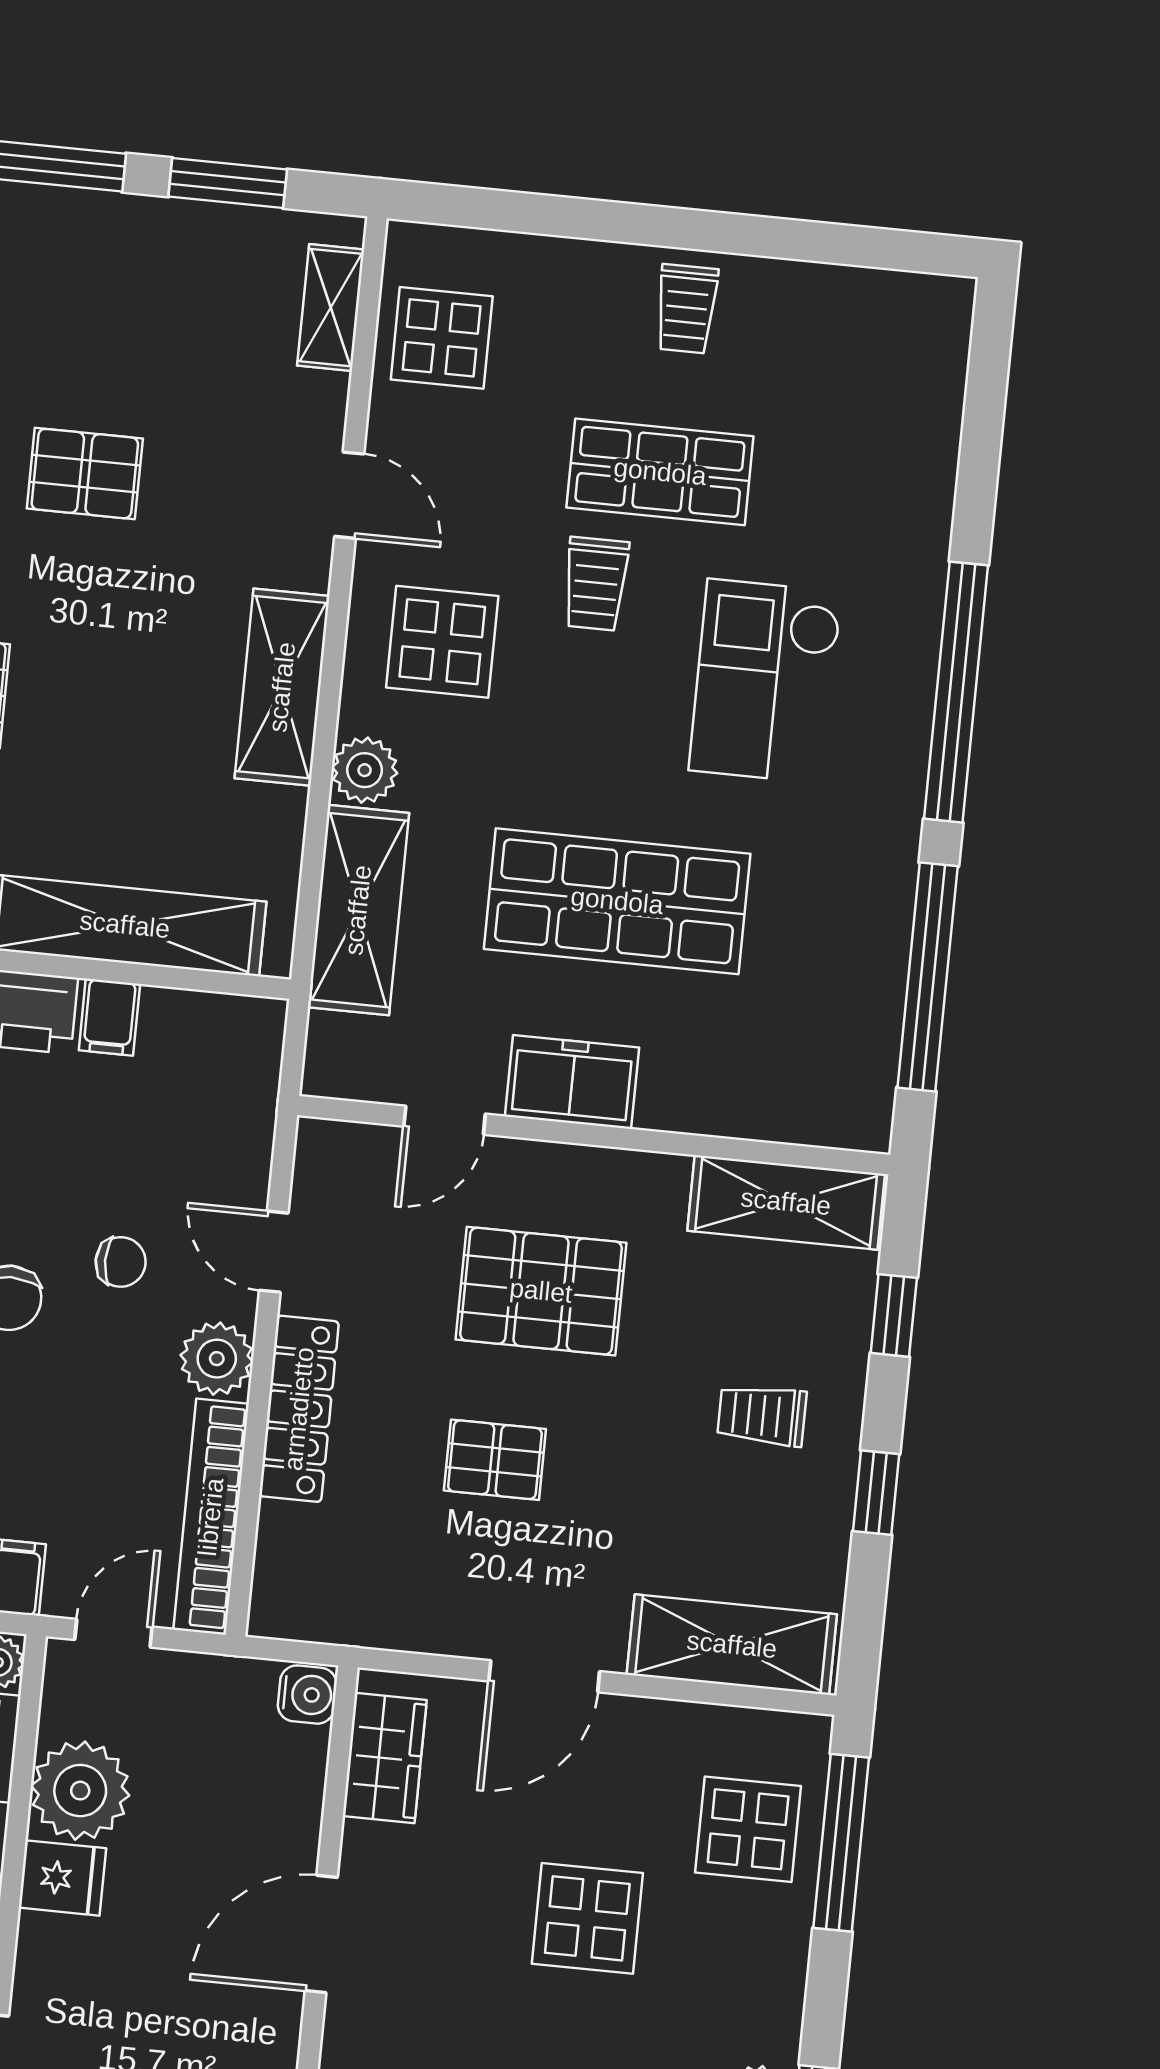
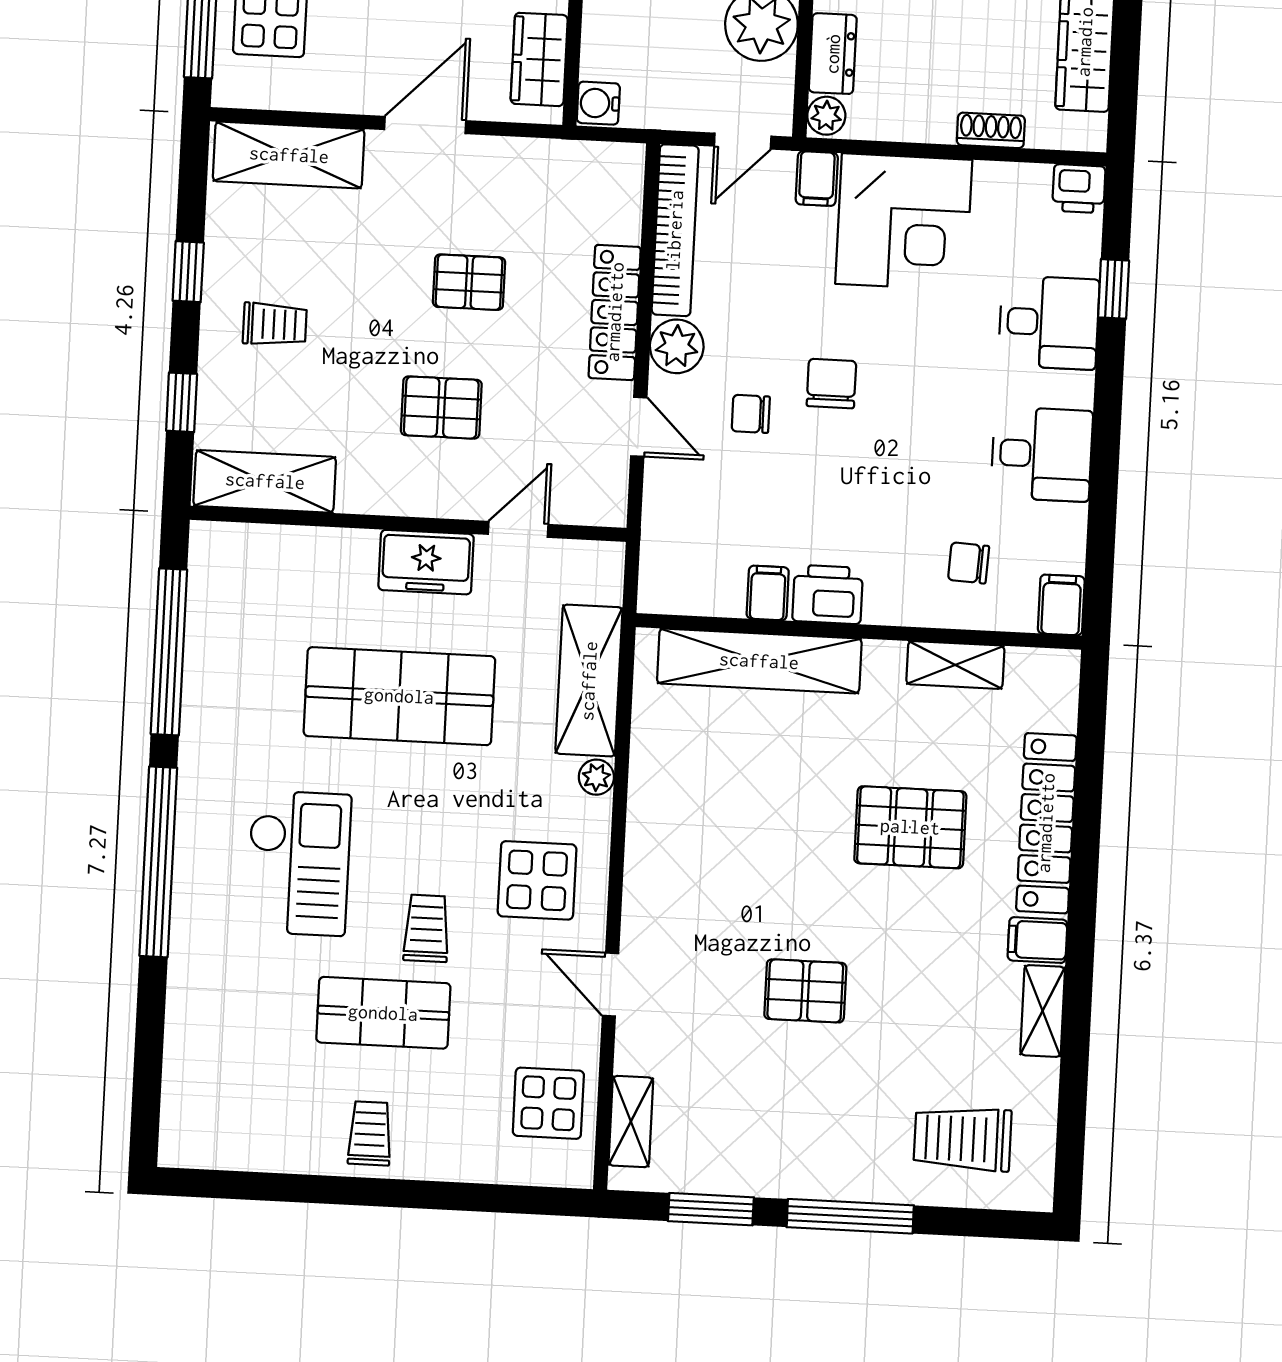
shelving: (282, 687) -> (653, 841), removed
plant: (365, 770) -> (596, 777), width x0.73, depth x0.73
pallet: (541, 1291) -> (441, 408), width x0.67, depth x0.71

